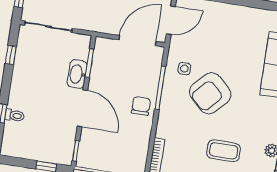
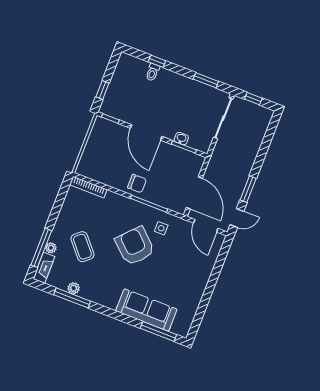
window: (11, 55) -> (206, 80), width x1.50
washbasin: (77, 74) -> (181, 139), width x0.52, depth x0.69
door: (82, 108) -> (146, 132), hinge flipped
coffee table: (224, 151) -> (82, 247), turned -41

